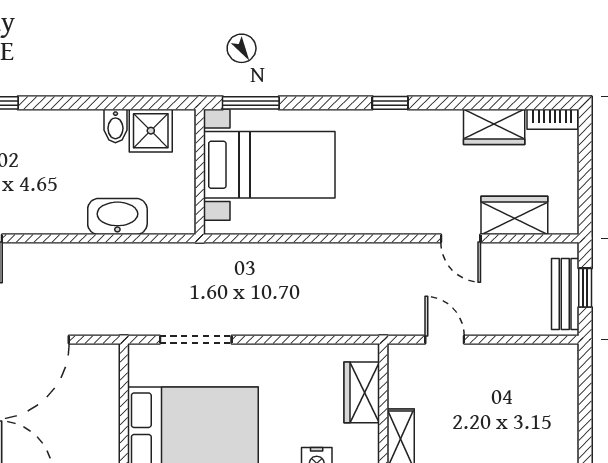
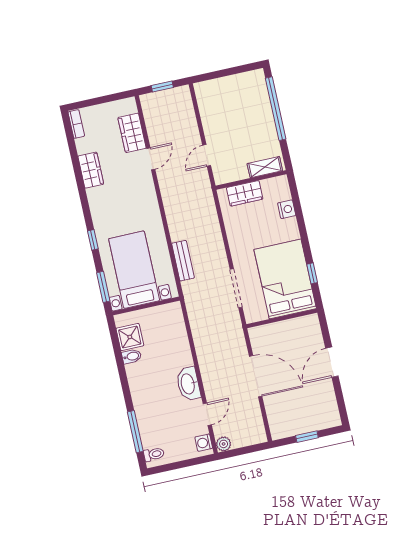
window: (390, 103) -> (93, 240), moved
wardrobe: (494, 127) -> (91, 170), moved
washbasin: (117, 216) -> (188, 384), moved
bench: (565, 294) -> (183, 261), moved, turned 90

